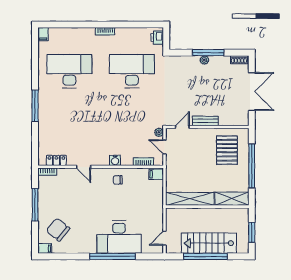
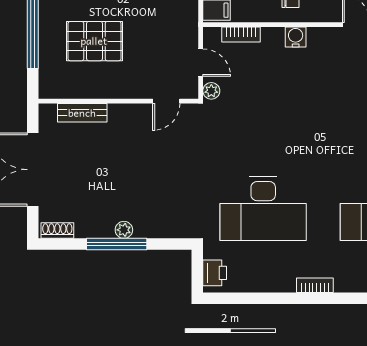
bench: (205, 121) -> (82, 113), moved
pallet: (227, 150) -> (94, 41), moved, turned 90

